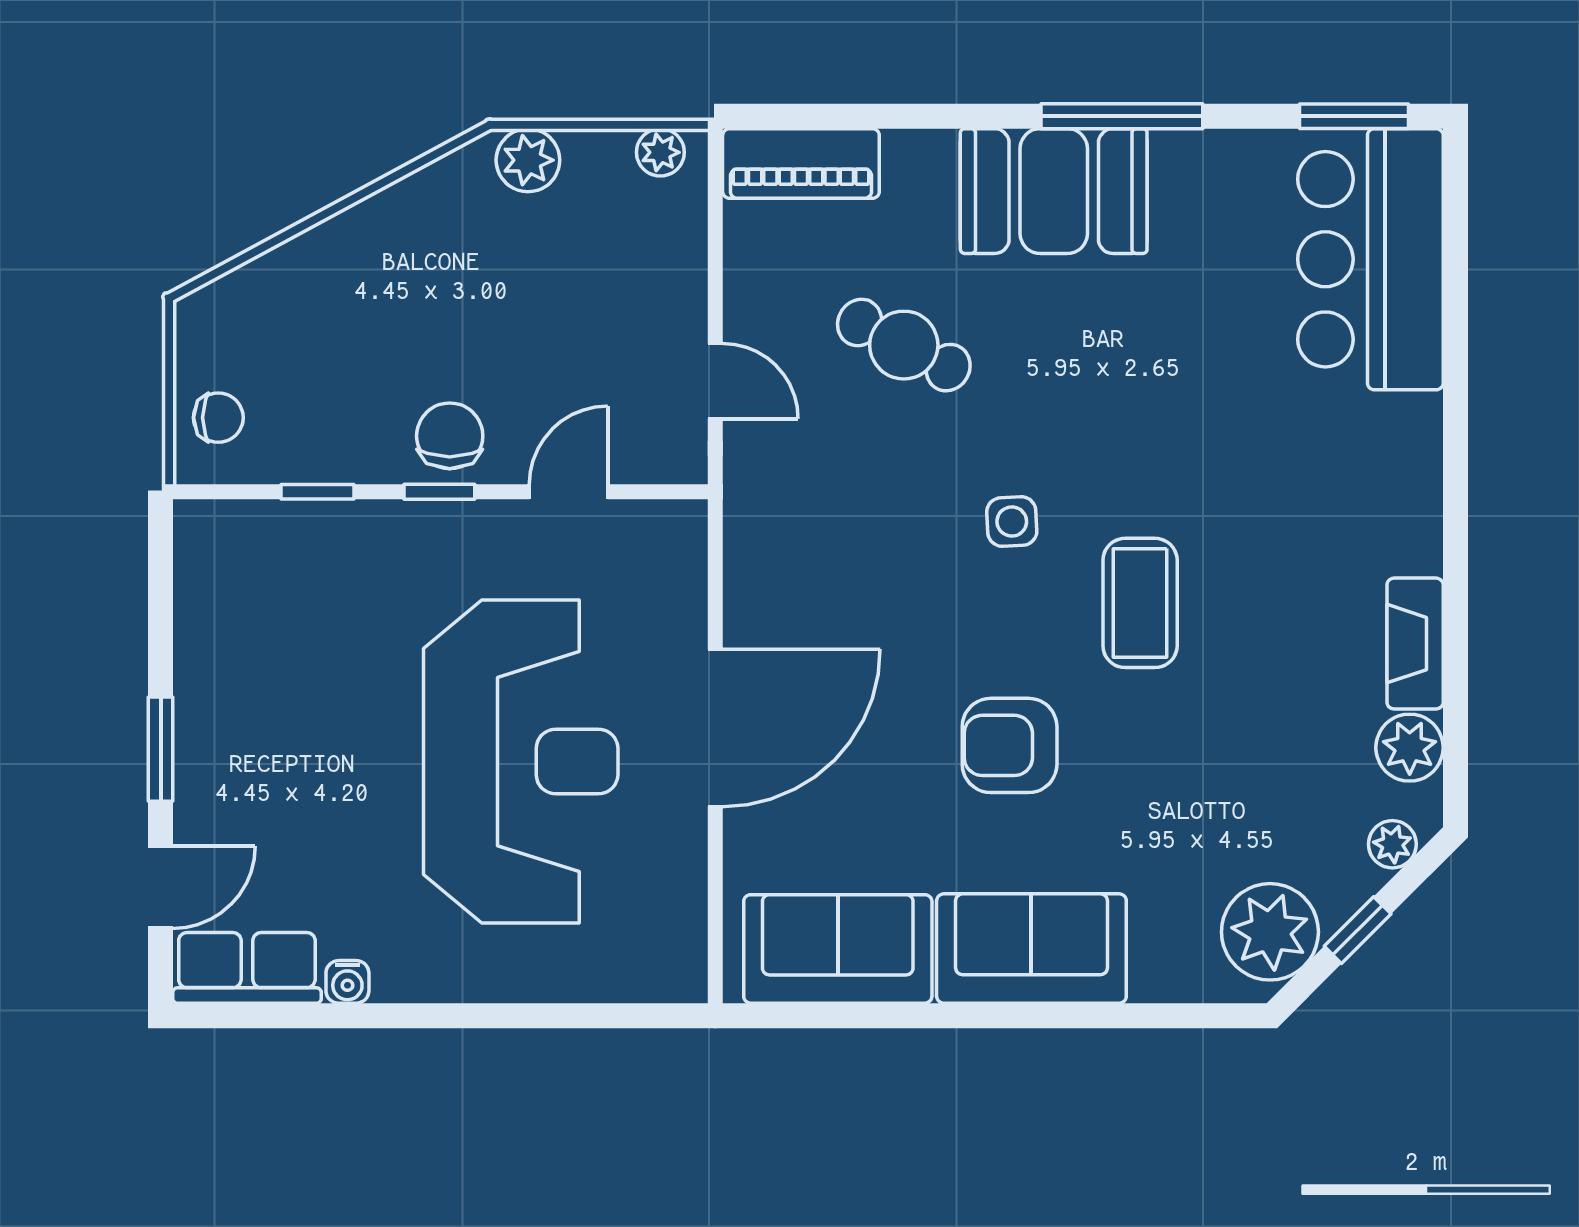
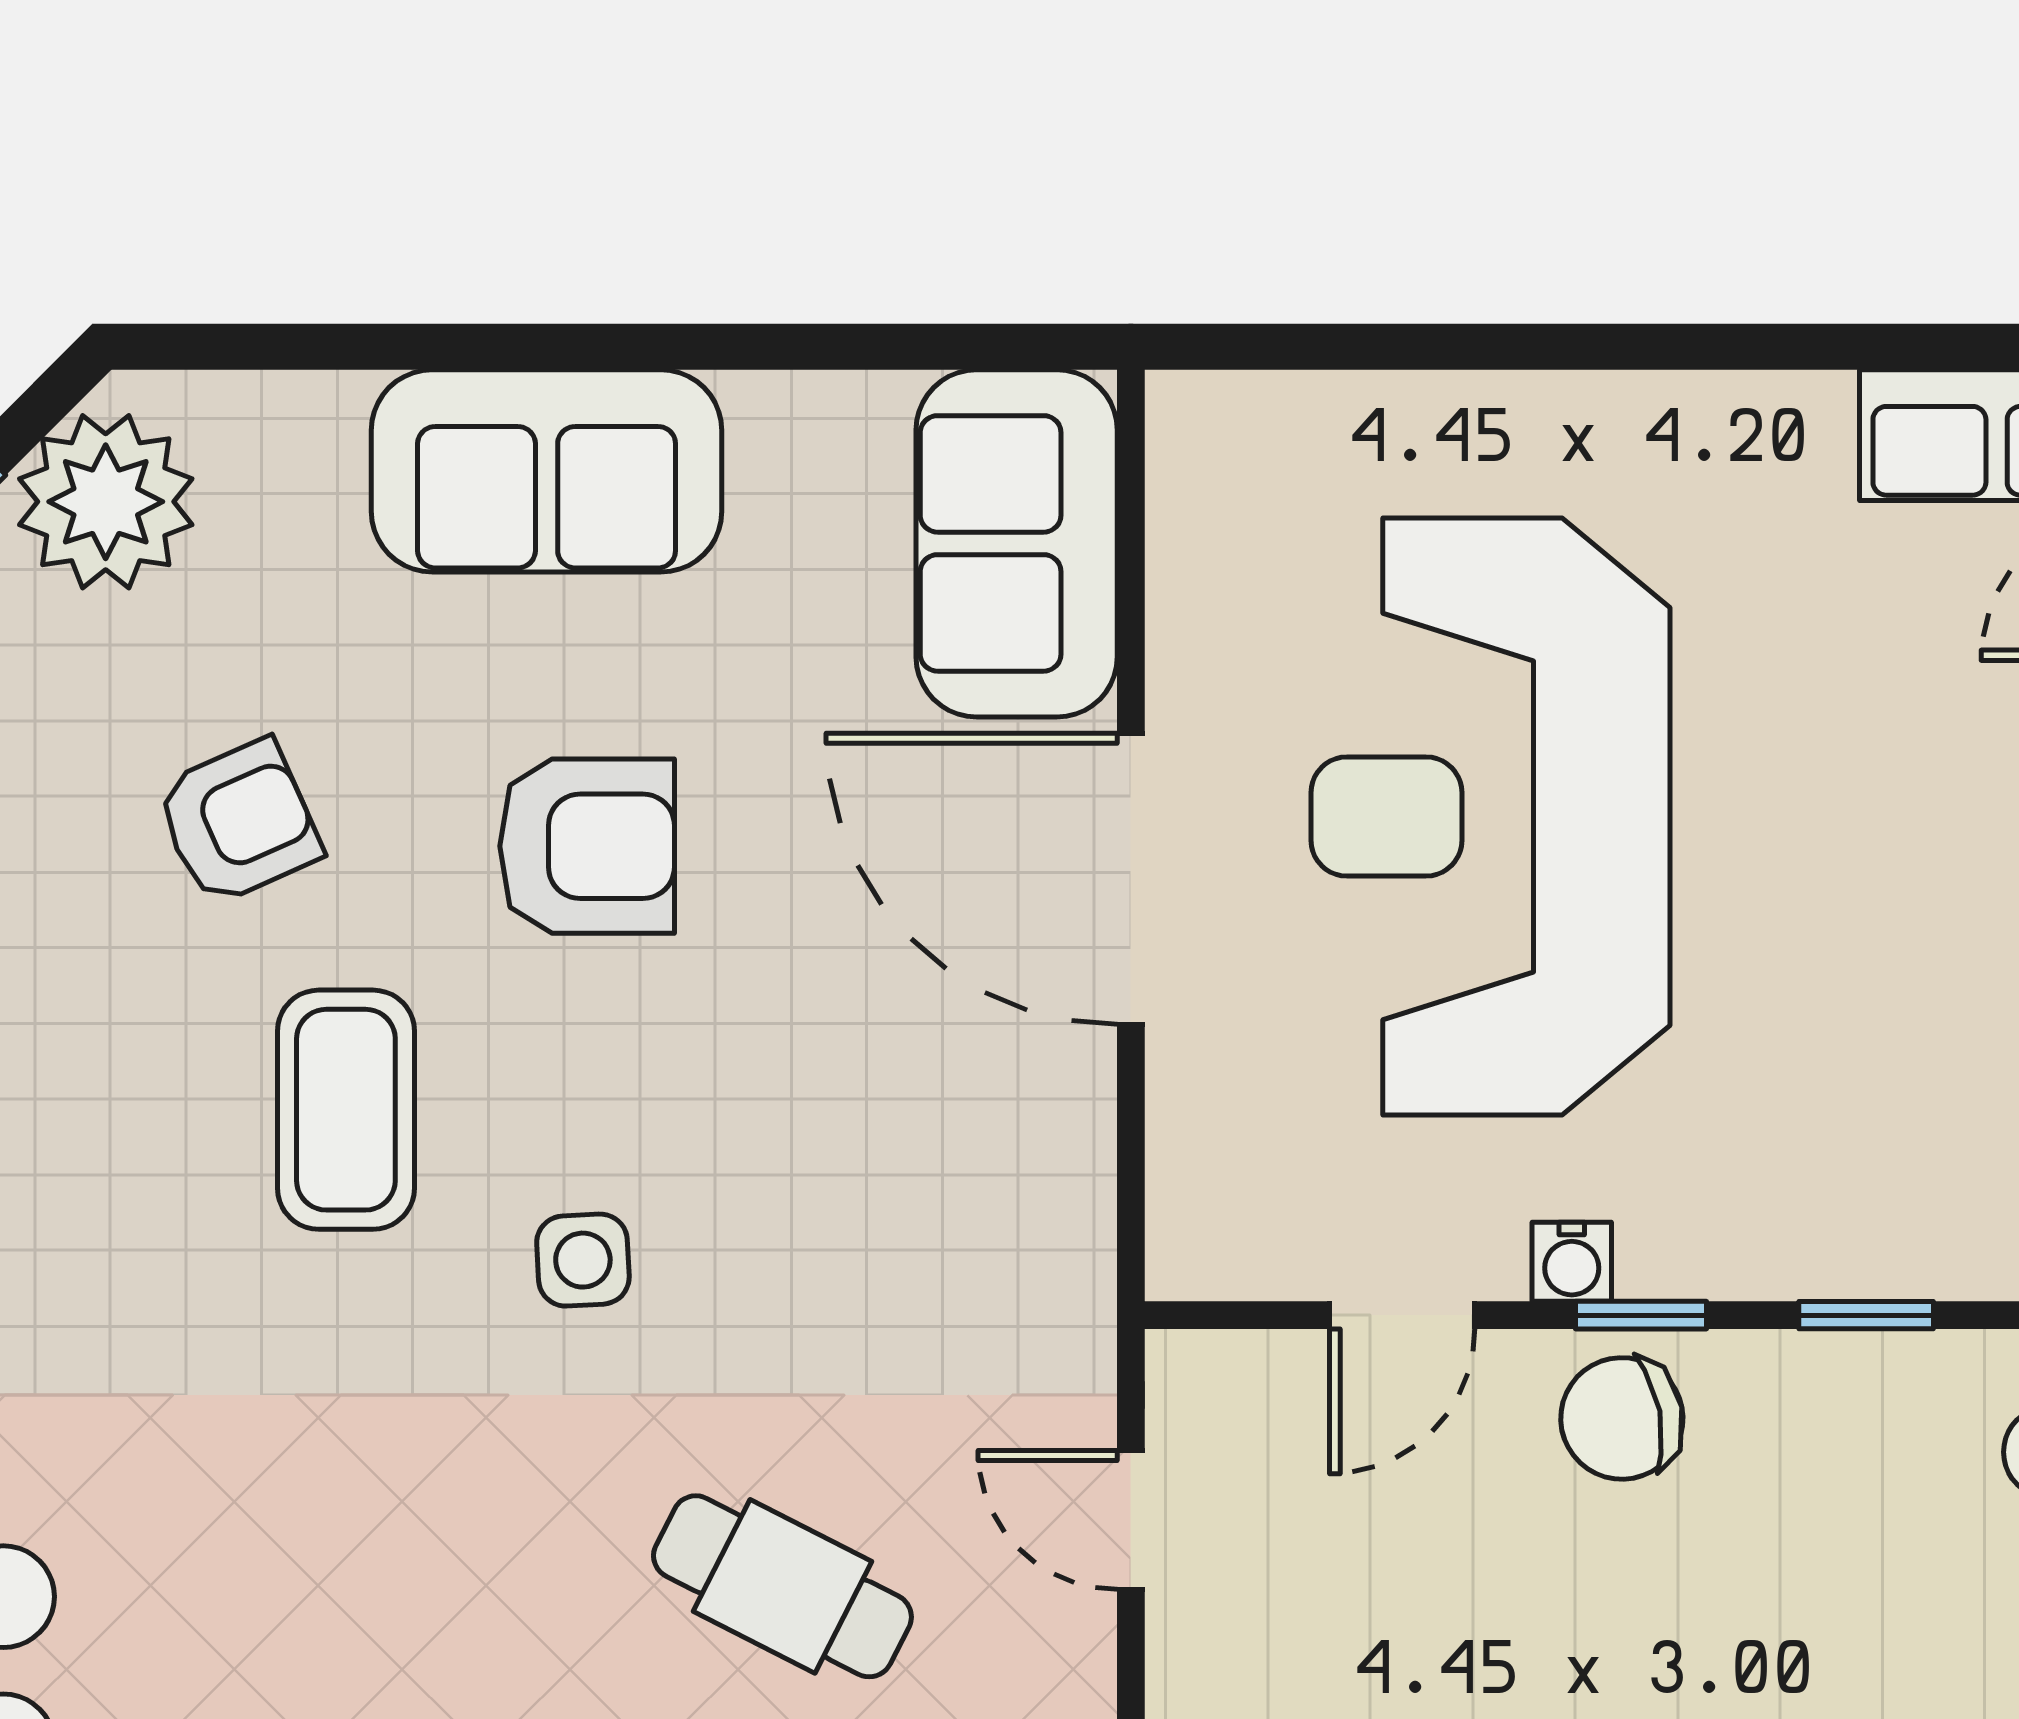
chair: (450, 436) -> (1622, 1418), turned 79
door: (715, 728) -> (1131, 879), hinge flipped
armchair: (1198, 758) -> (238, 822), added
sofa: (838, 949) -> (1017, 543), moved, turned 90
water cooler: (347, 982) -> (1572, 1262), moved, turned 180

